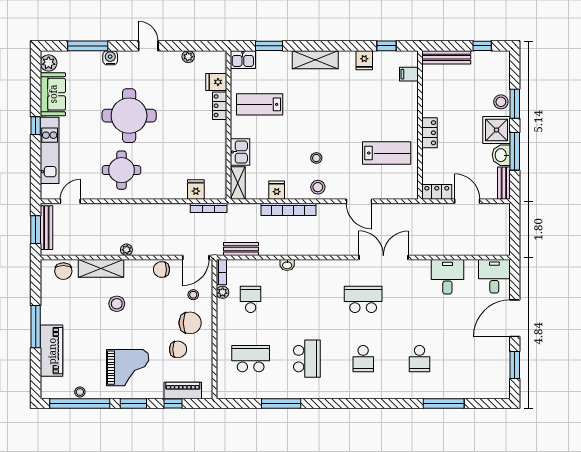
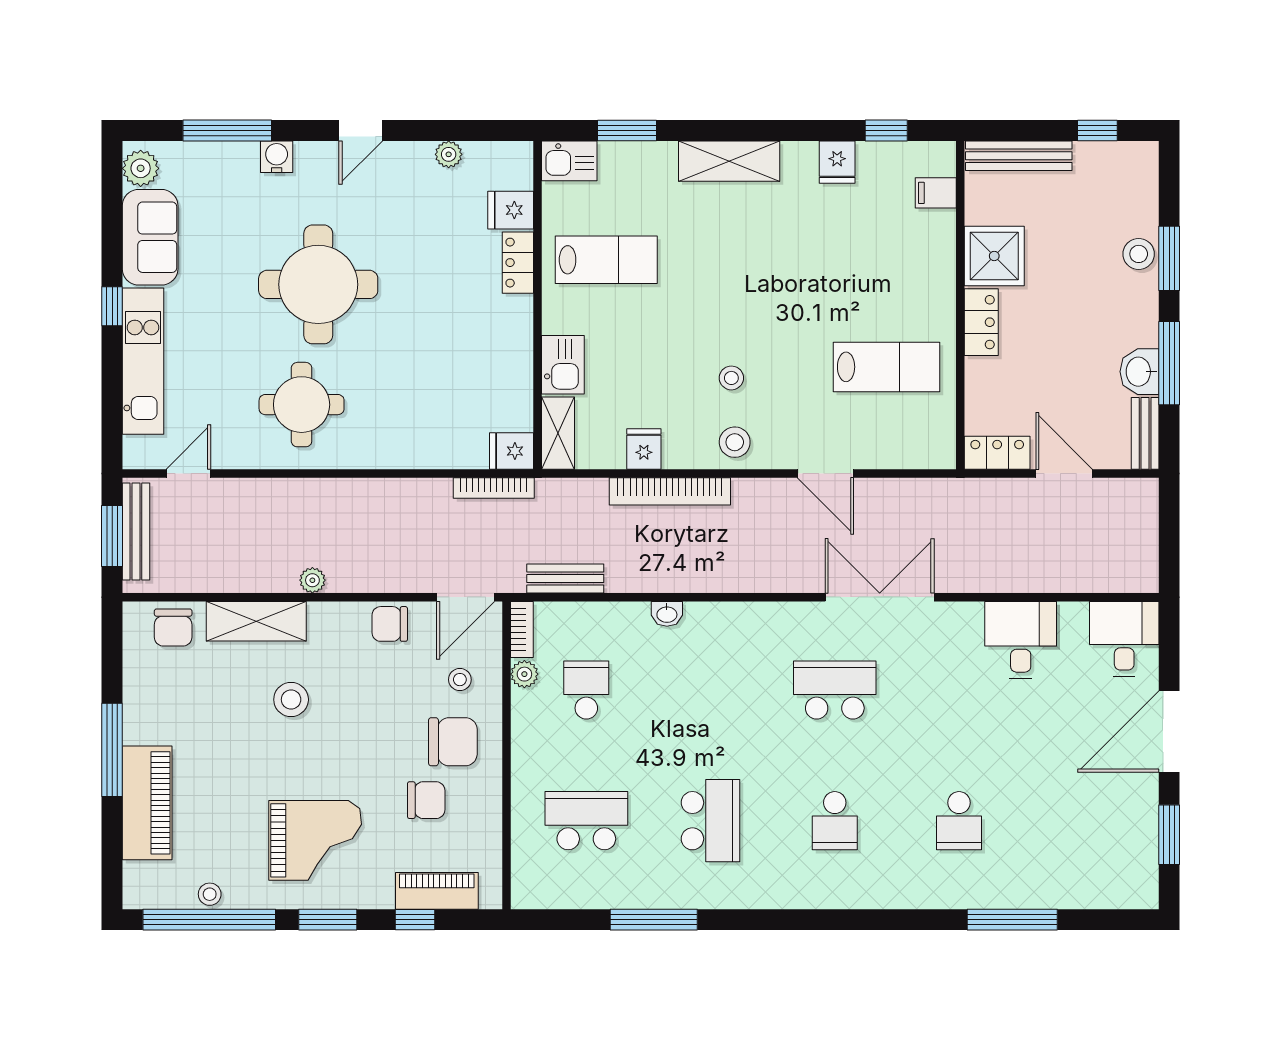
door: (148, 46) -> (361, 131), swing flipped
lab bench: (260, 104) -> (606, 260), turned 180
shower: (497, 130) -> (994, 256), moved
fridge: (196, 190) -> (511, 451), moved, turned -90

